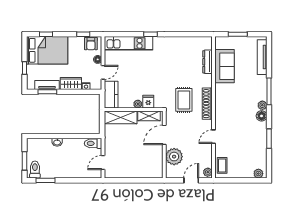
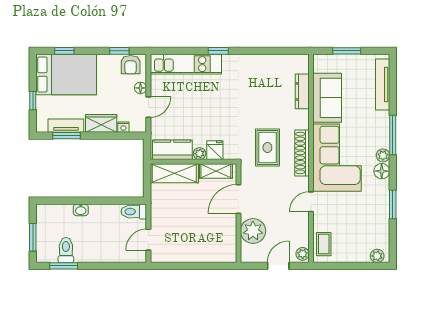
kitchen counter: (111, 95) -> (172, 150), moved, turned -90
corner sofa: (231, 107) -> (337, 158), added
toilet: (35, 170) -> (66, 250), moved

